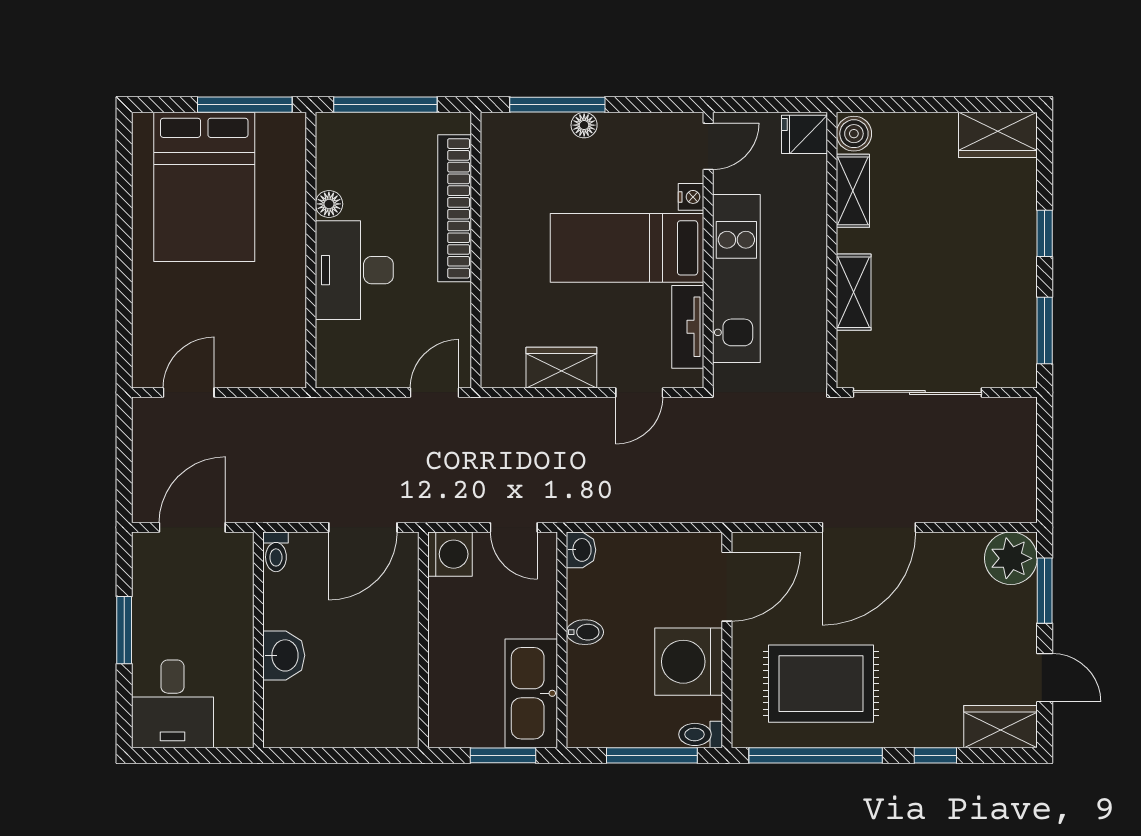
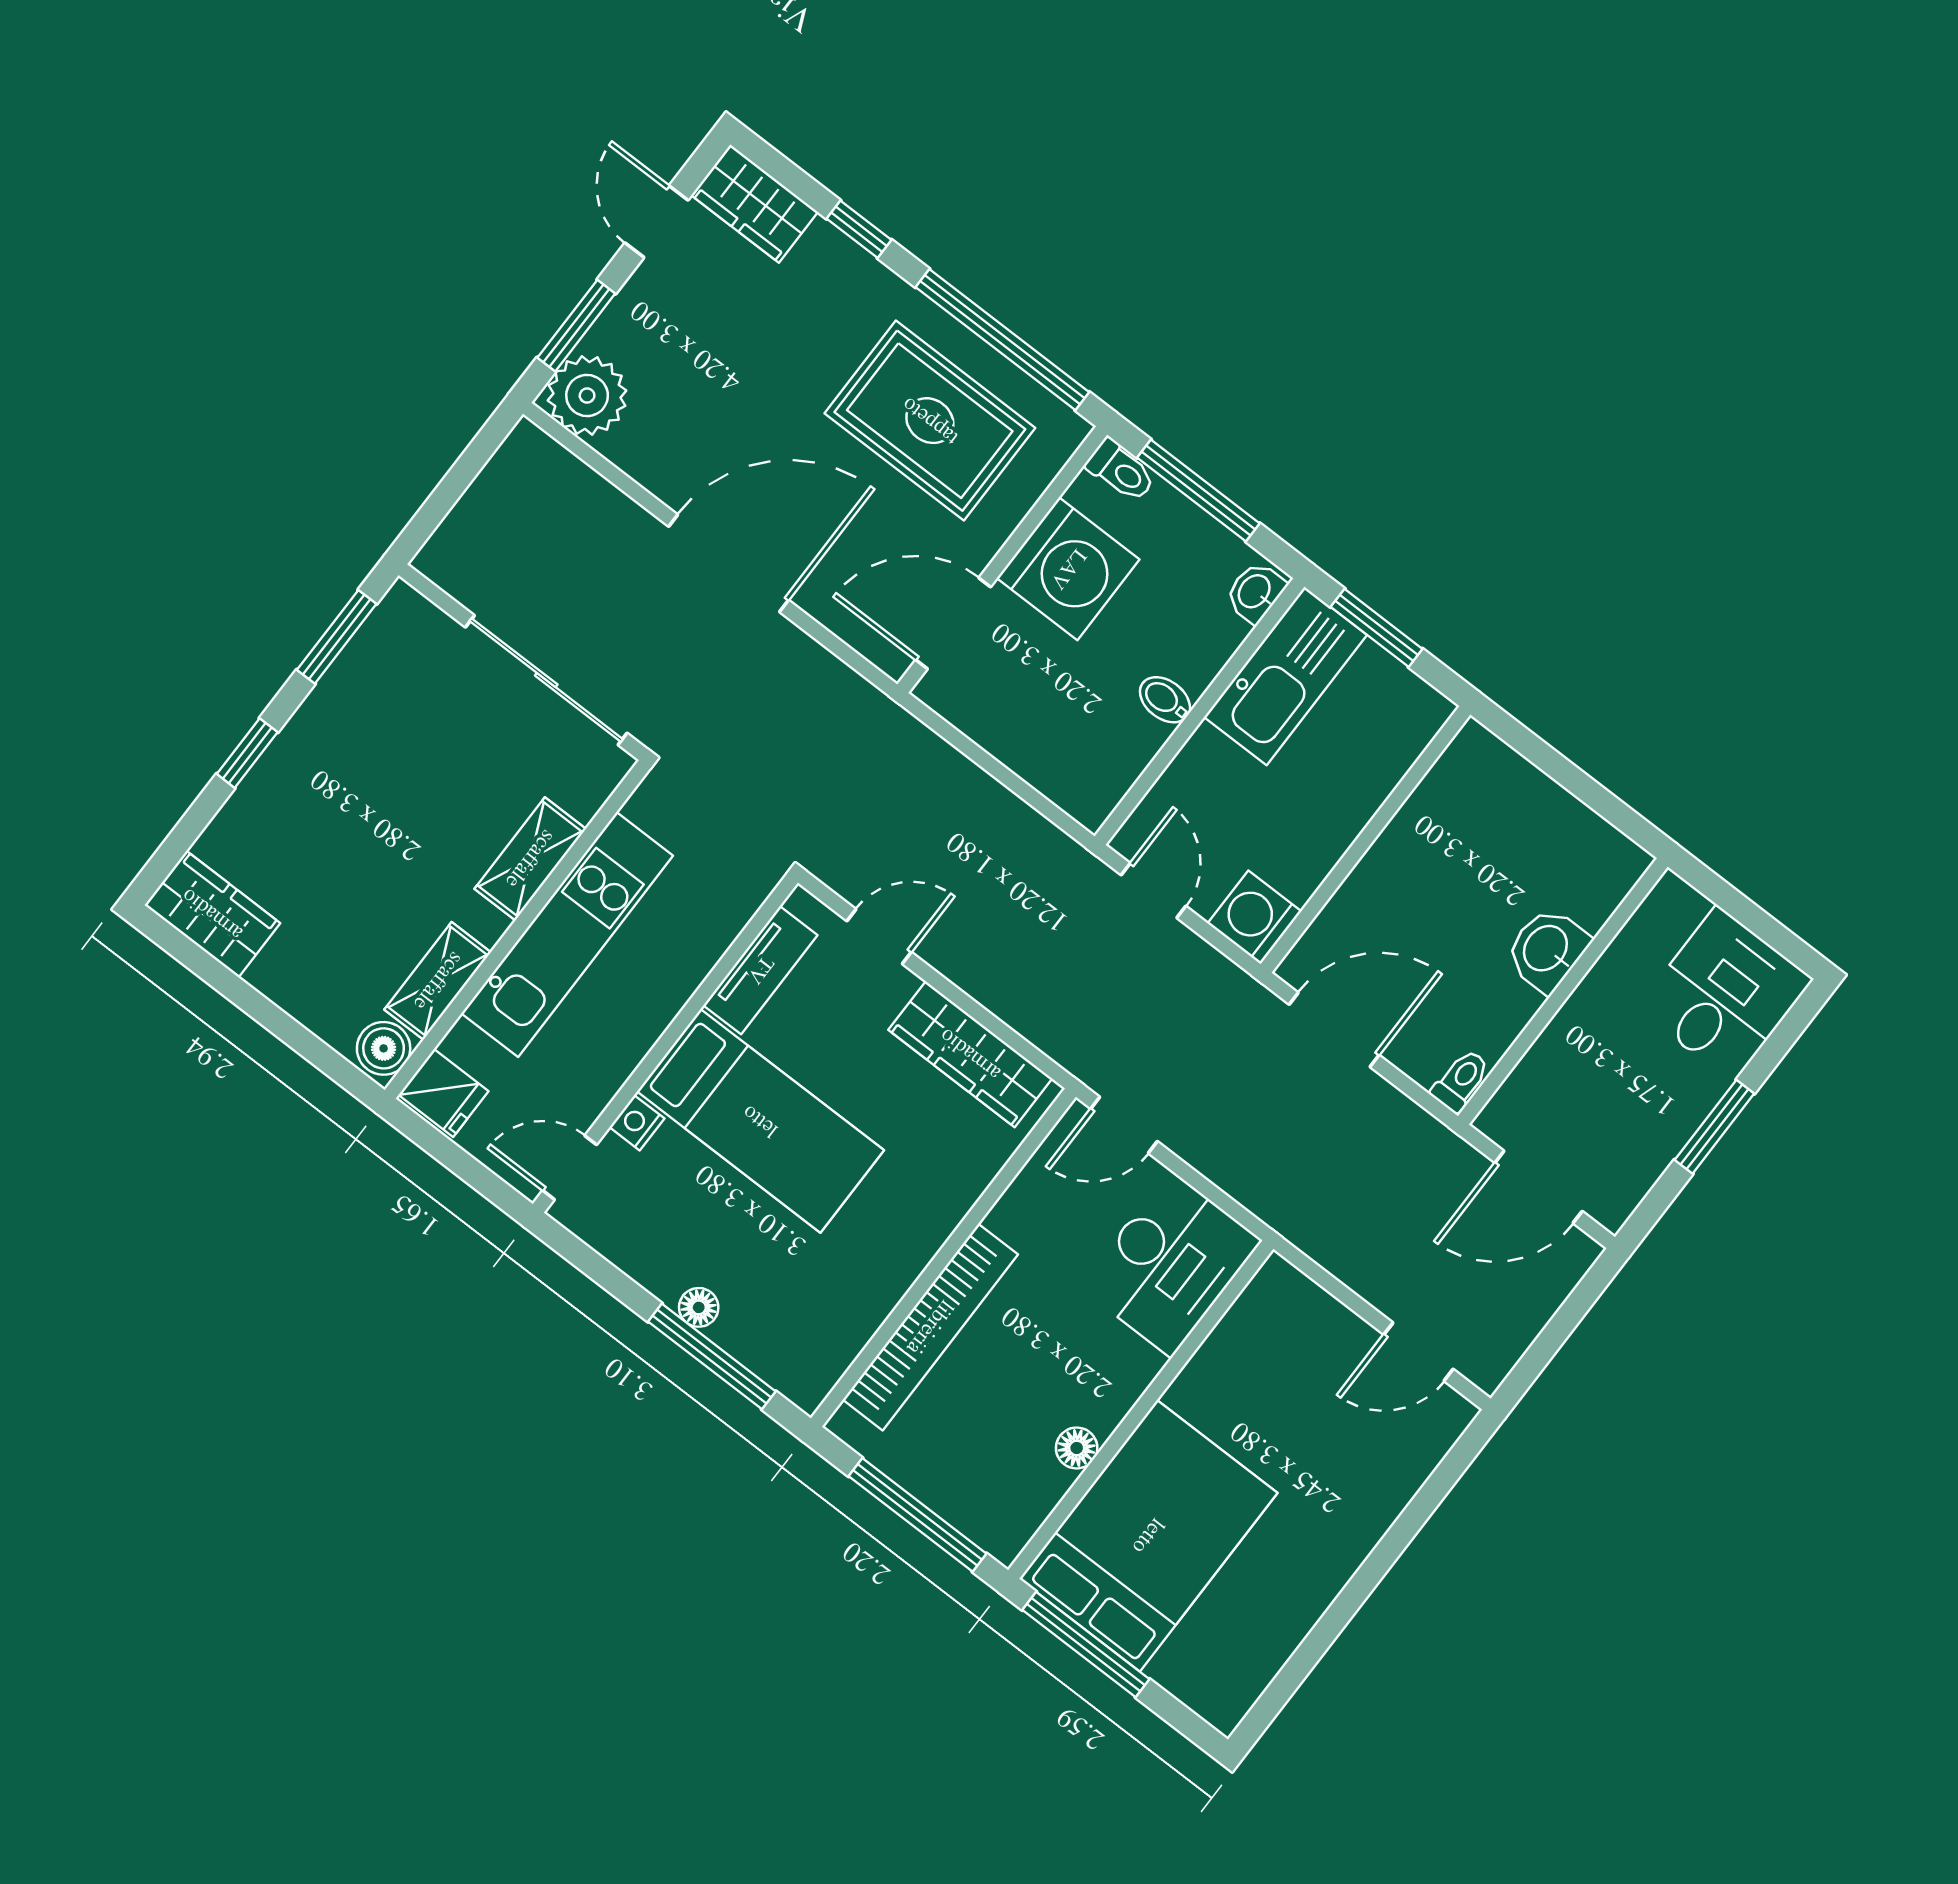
bed: (204, 187) -> (1148, 1536), moved
desk: (354, 270) -> (1170, 1264), moved
kitchen unit: (736, 279) -> (567, 934), moved, turned 180
wardrobe: (561, 368) -> (970, 1054), width x1.50
washbasin: (581, 550) -> (1255, 592), moved

